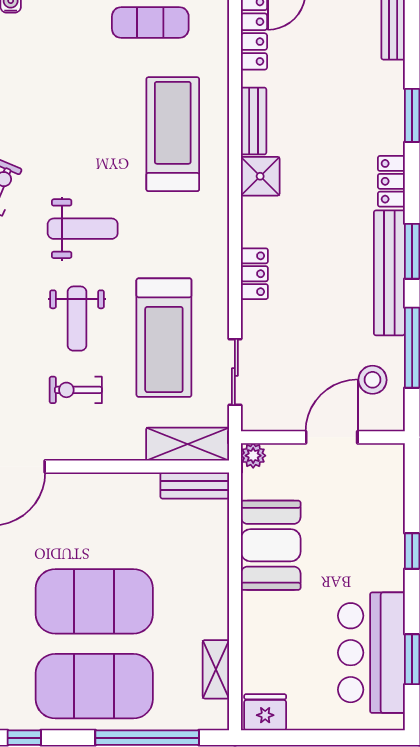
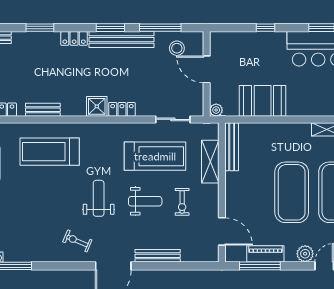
shower: (260, 176) -> (97, 106), moved
shelving: (188, 444) -> (210, 162), moved
bench: (195, 486) -> (232, 147), width x1.36

